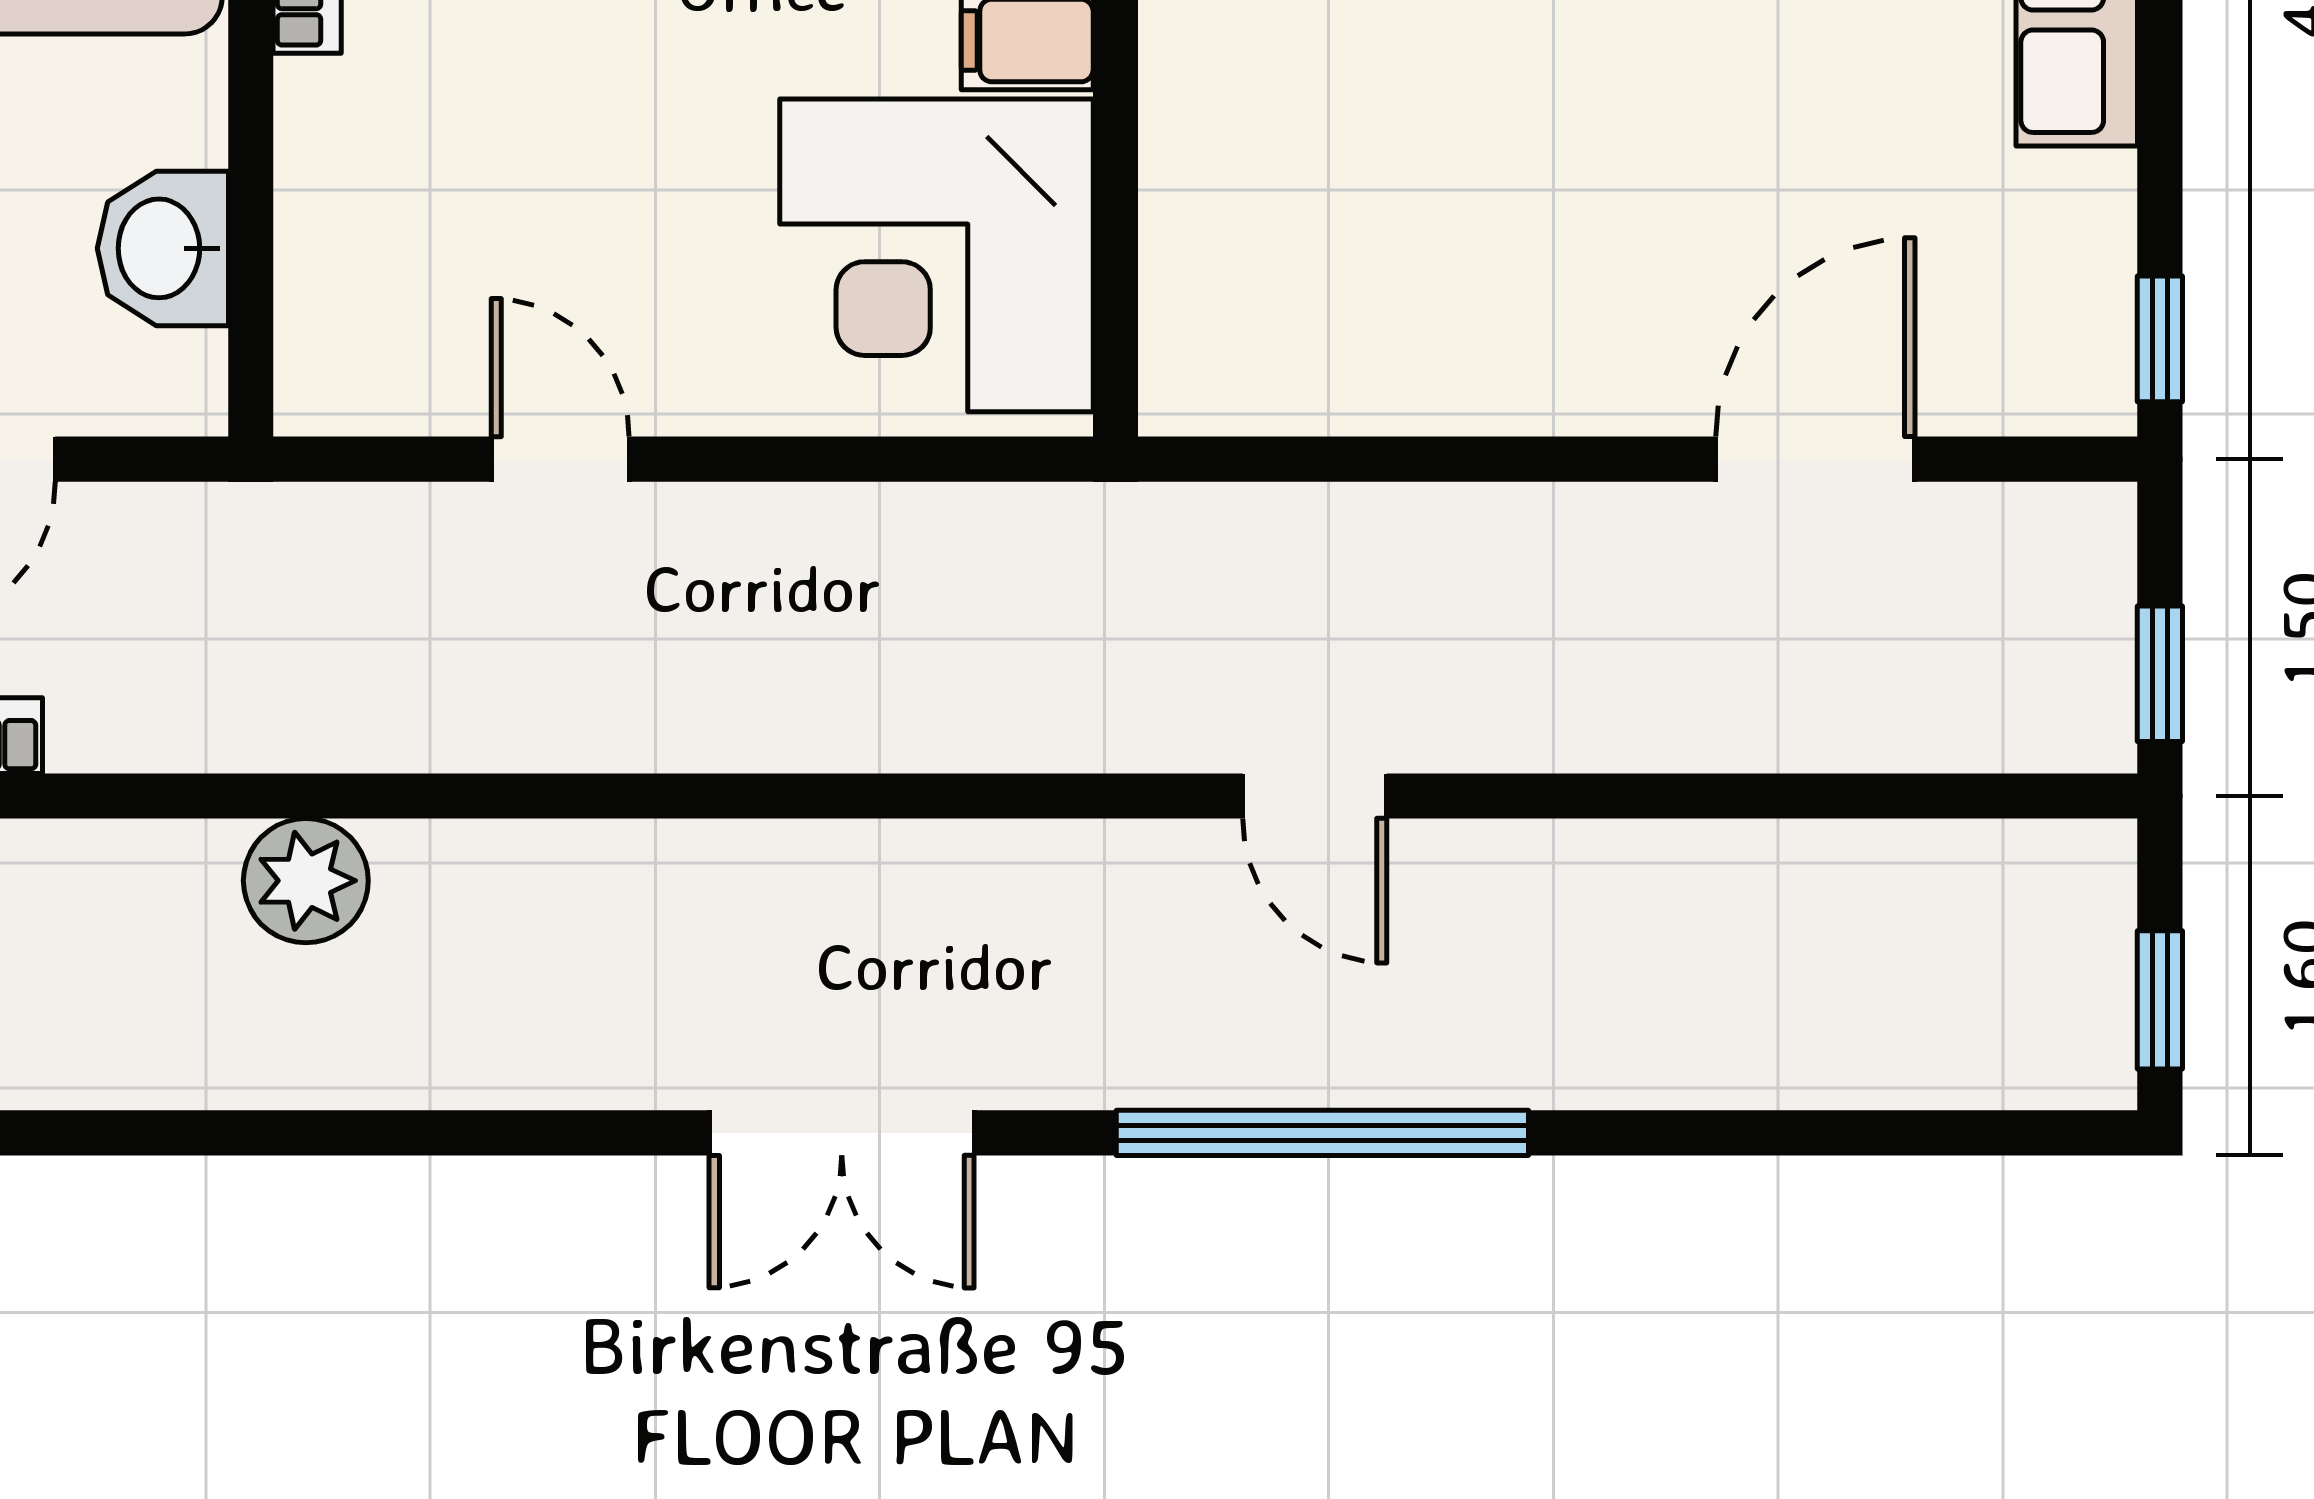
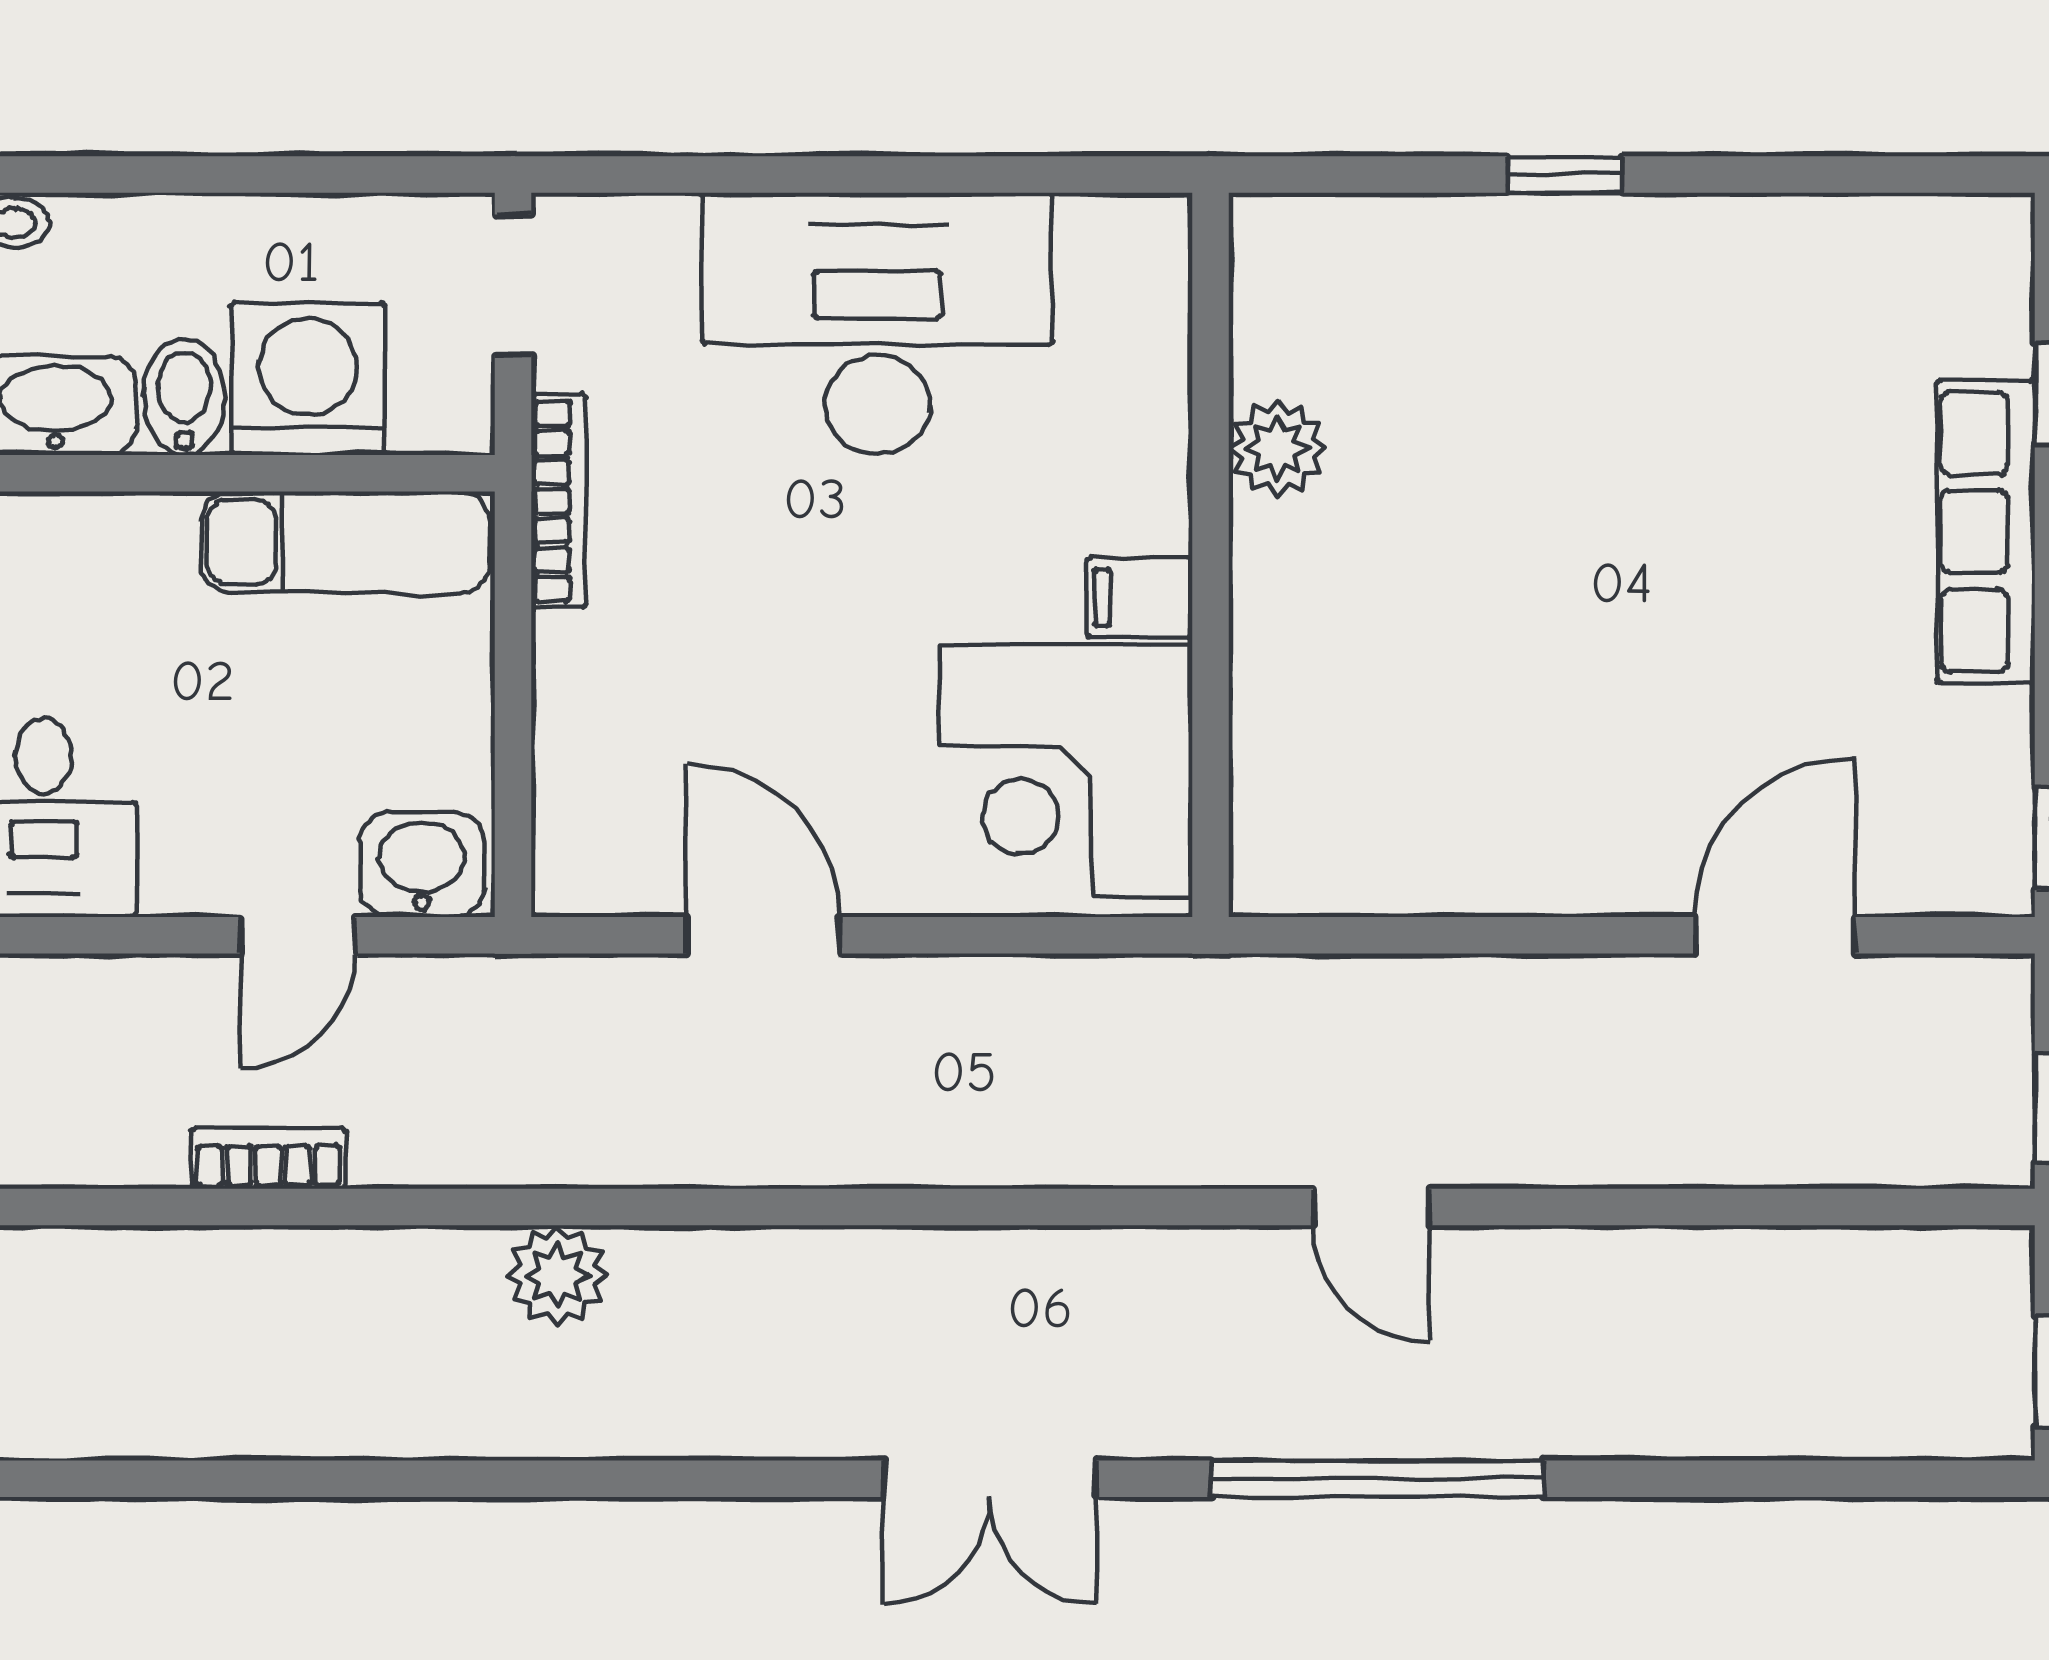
washbasin: (163, 248) -> (422, 864), moved, turned 90
door: (560, 459) -> (763, 935), width x1.38

